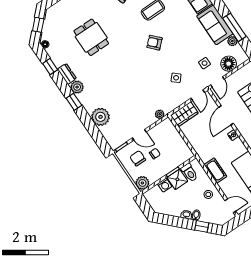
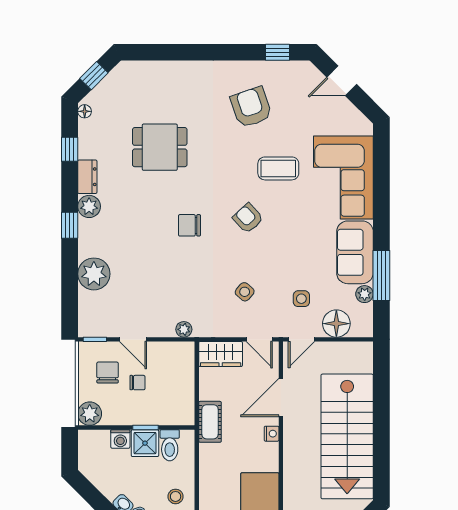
dining table: (91, 37) -> (160, 147), turned 90
chair: (130, 64) -> (189, 225), added
door: (198, 95) -> (259, 339), hinge flipped
cot: (215, 171) -> (210, 422), moved

